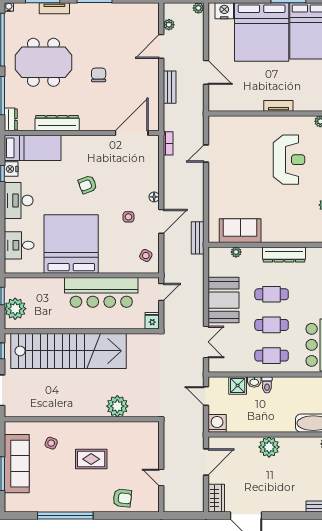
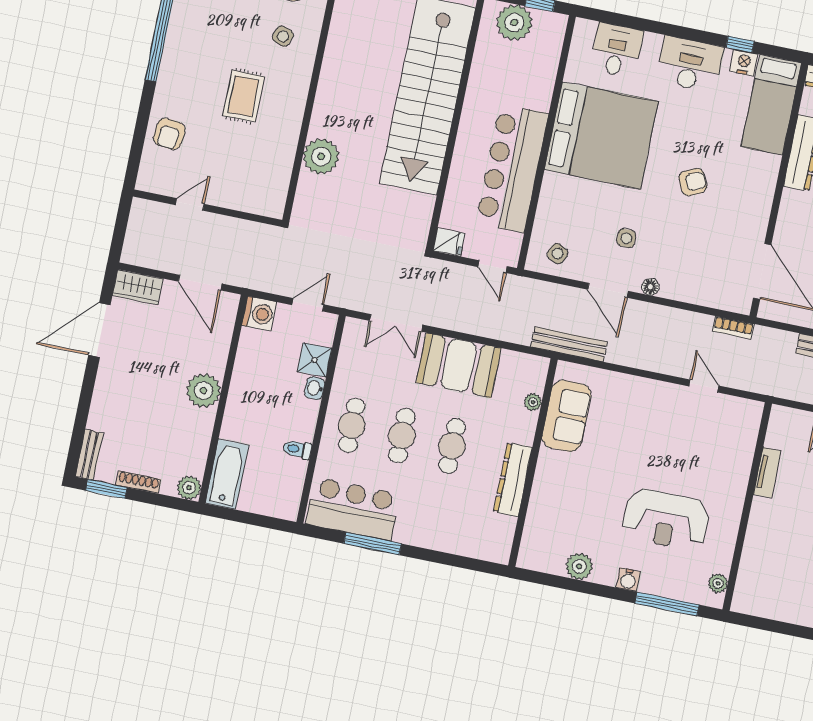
tv unit: (278, 106) -> (767, 473), moved
armchair: (87, 185) -> (693, 182), turned 86
bench: (198, 238) -> (569, 344), width x1.36
toilet: (267, 385) -> (297, 449), moved

